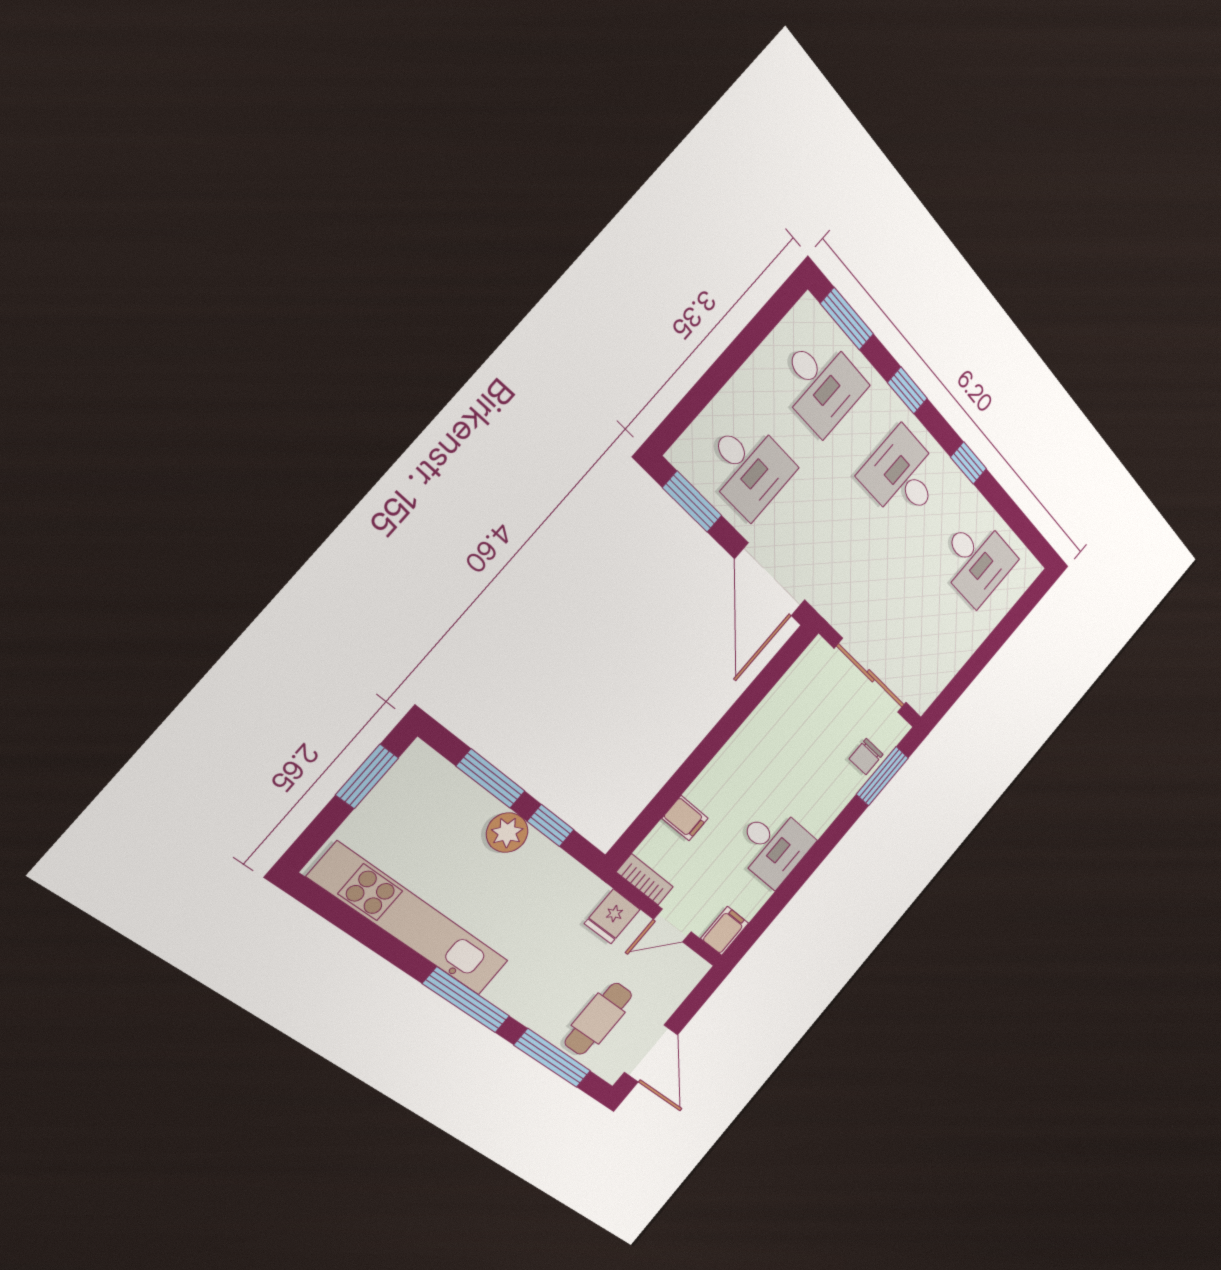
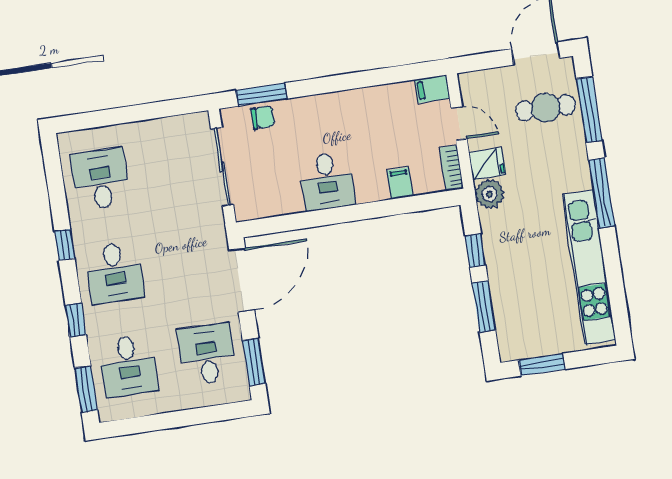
desk: (821, 384) -> (128, 366), turned 180
plant: (507, 833) -> (490, 194), moved
desk: (773, 846) -> (327, 181), moved, turned 180

